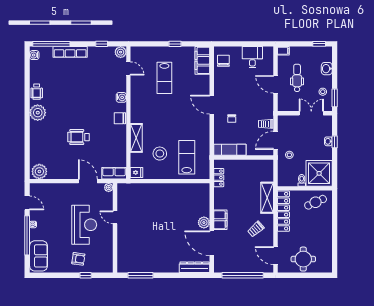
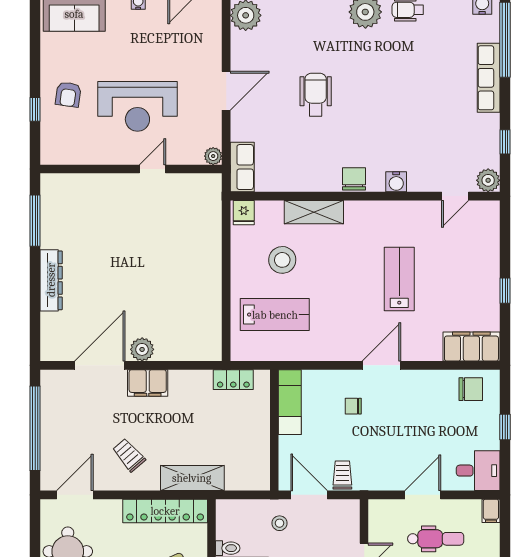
window: (242, 44) -> (505, 427), added
desk: (252, 57) -> (478, 471), moved
lab bench: (164, 78) -> (399, 279), moved, turned 90
door: (88, 181) -> (226, 91), moved
dresser: (195, 267) -> (51, 280), moved

